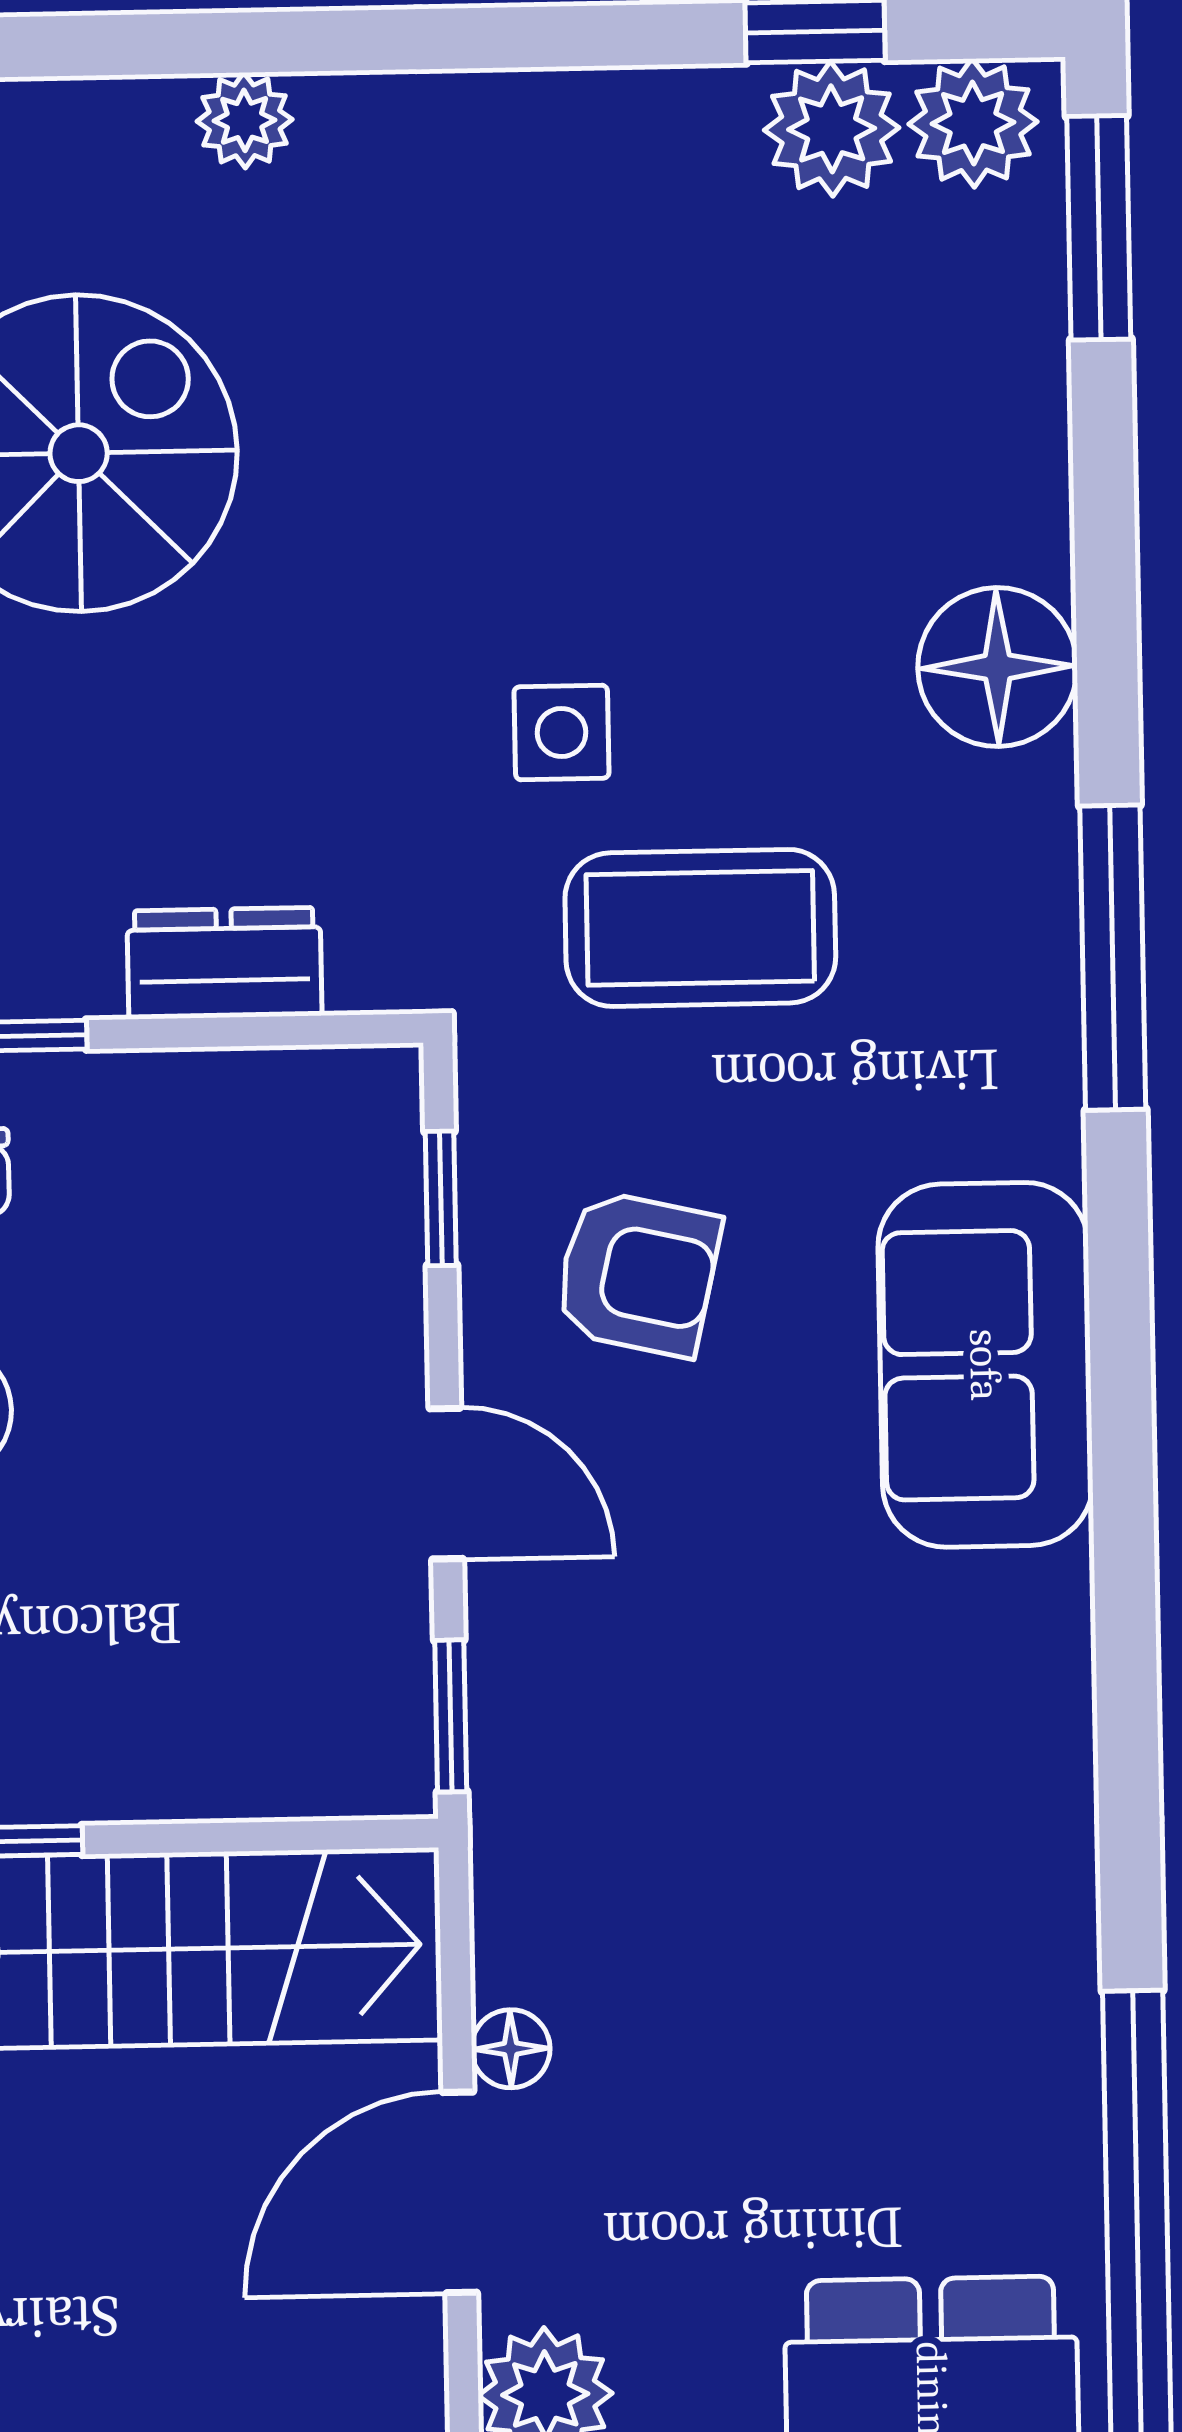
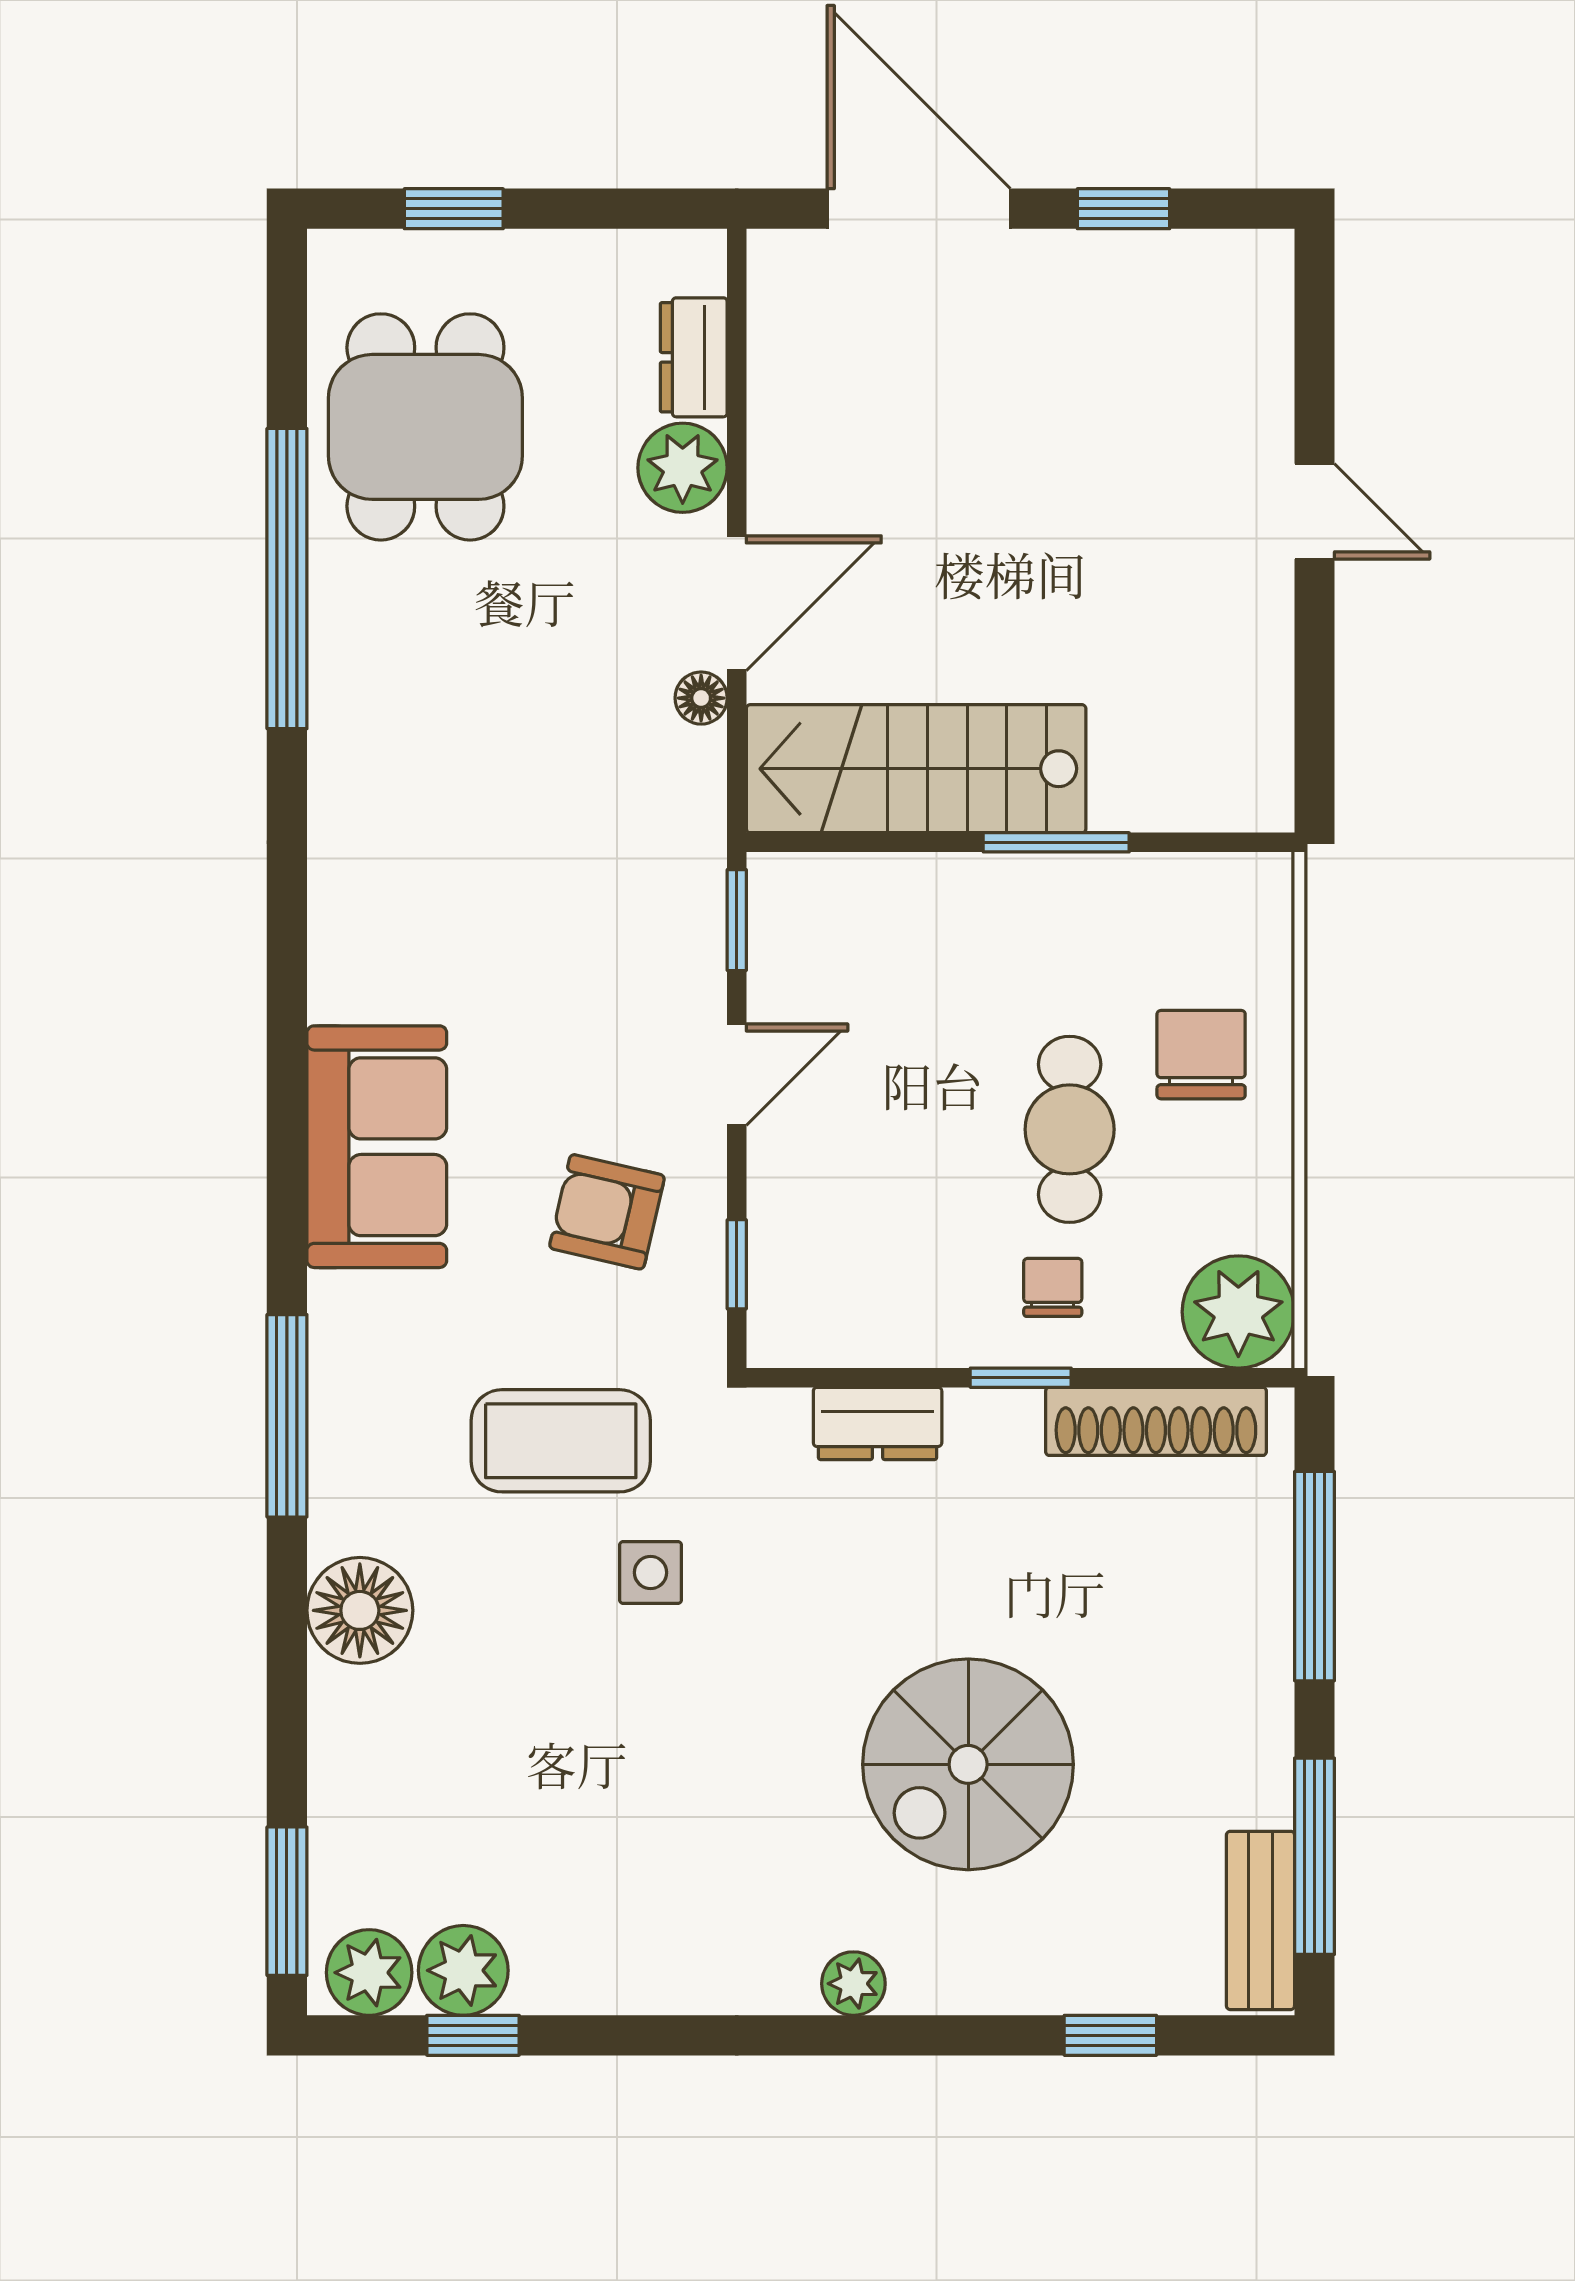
door: (446, 1484) -> (737, 1075), swing flipped

